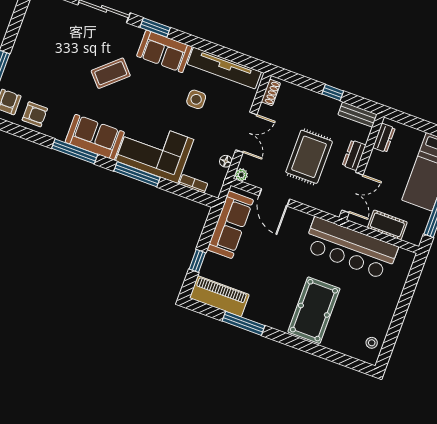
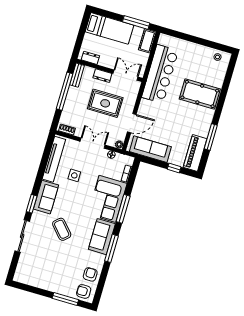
window: (333, 93) -> (64, 91), width x3.17
cot: (387, 225) -> (147, 41), moved

